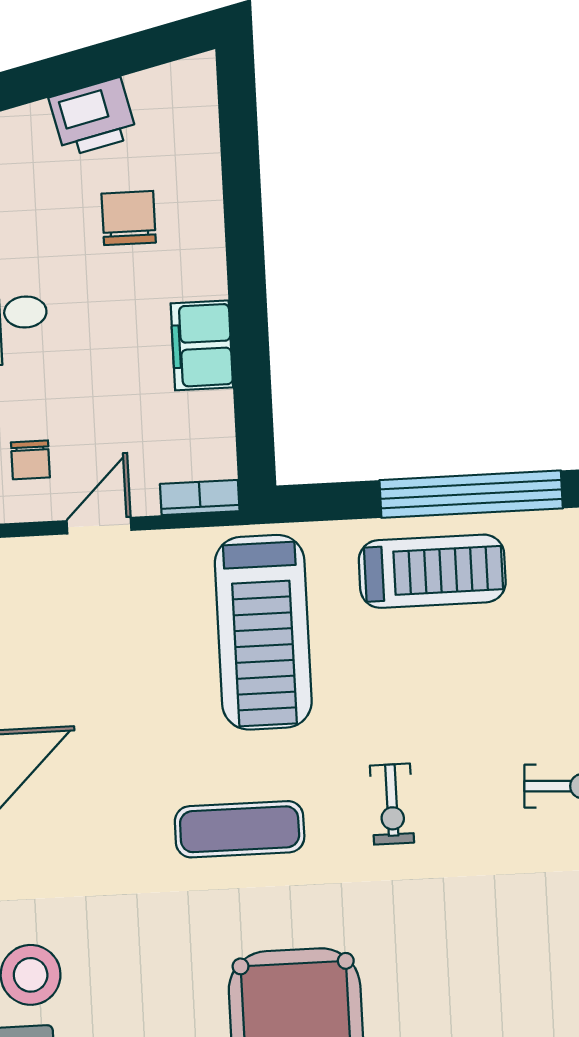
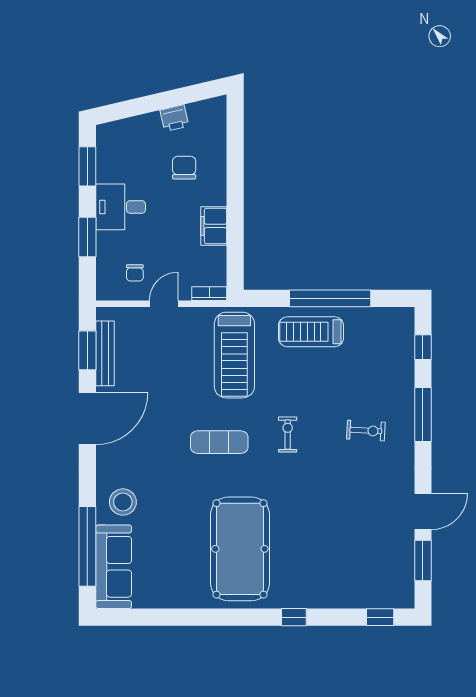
printer: (93, 117) -> (174, 118), width x0.73, depth x0.81
treadmill: (432, 571) -> (311, 332), turned 180
exercise bike: (392, 804) -> (288, 434), turned 180

